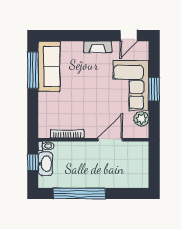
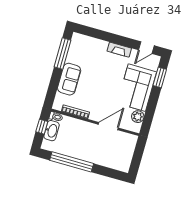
sofa: (49, 66) -> (69, 79), moved, width x0.73
window: (154, 89) -> (160, 77), moved

